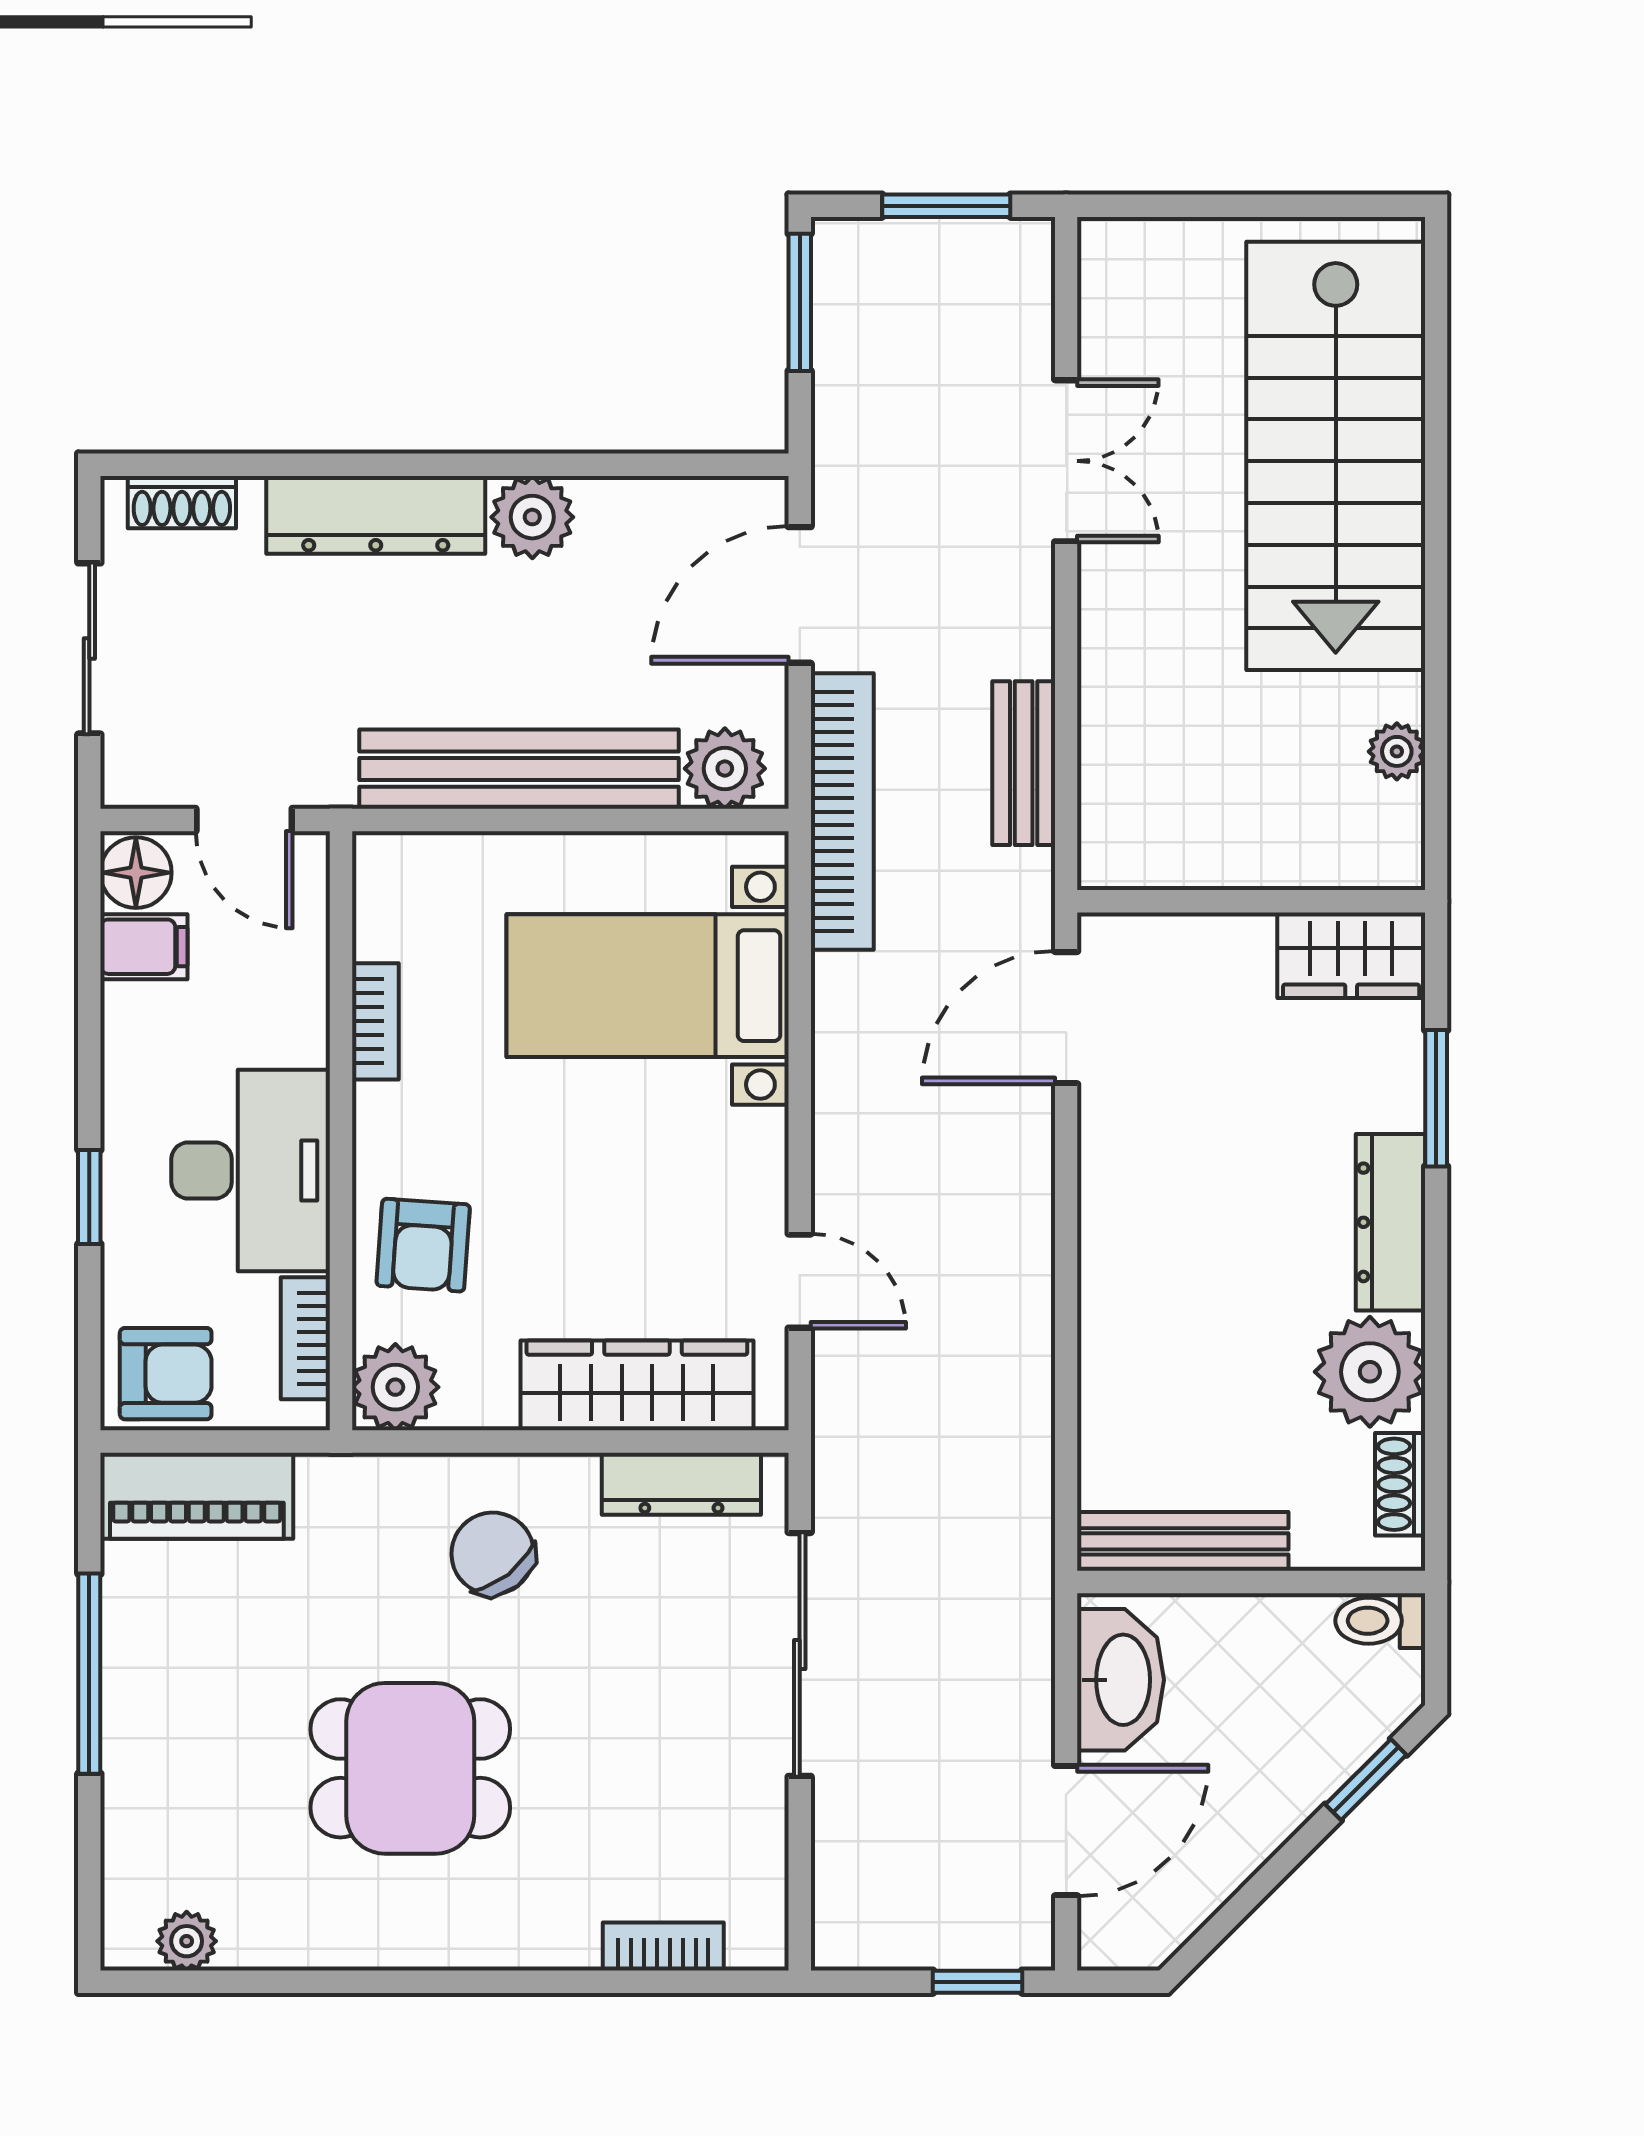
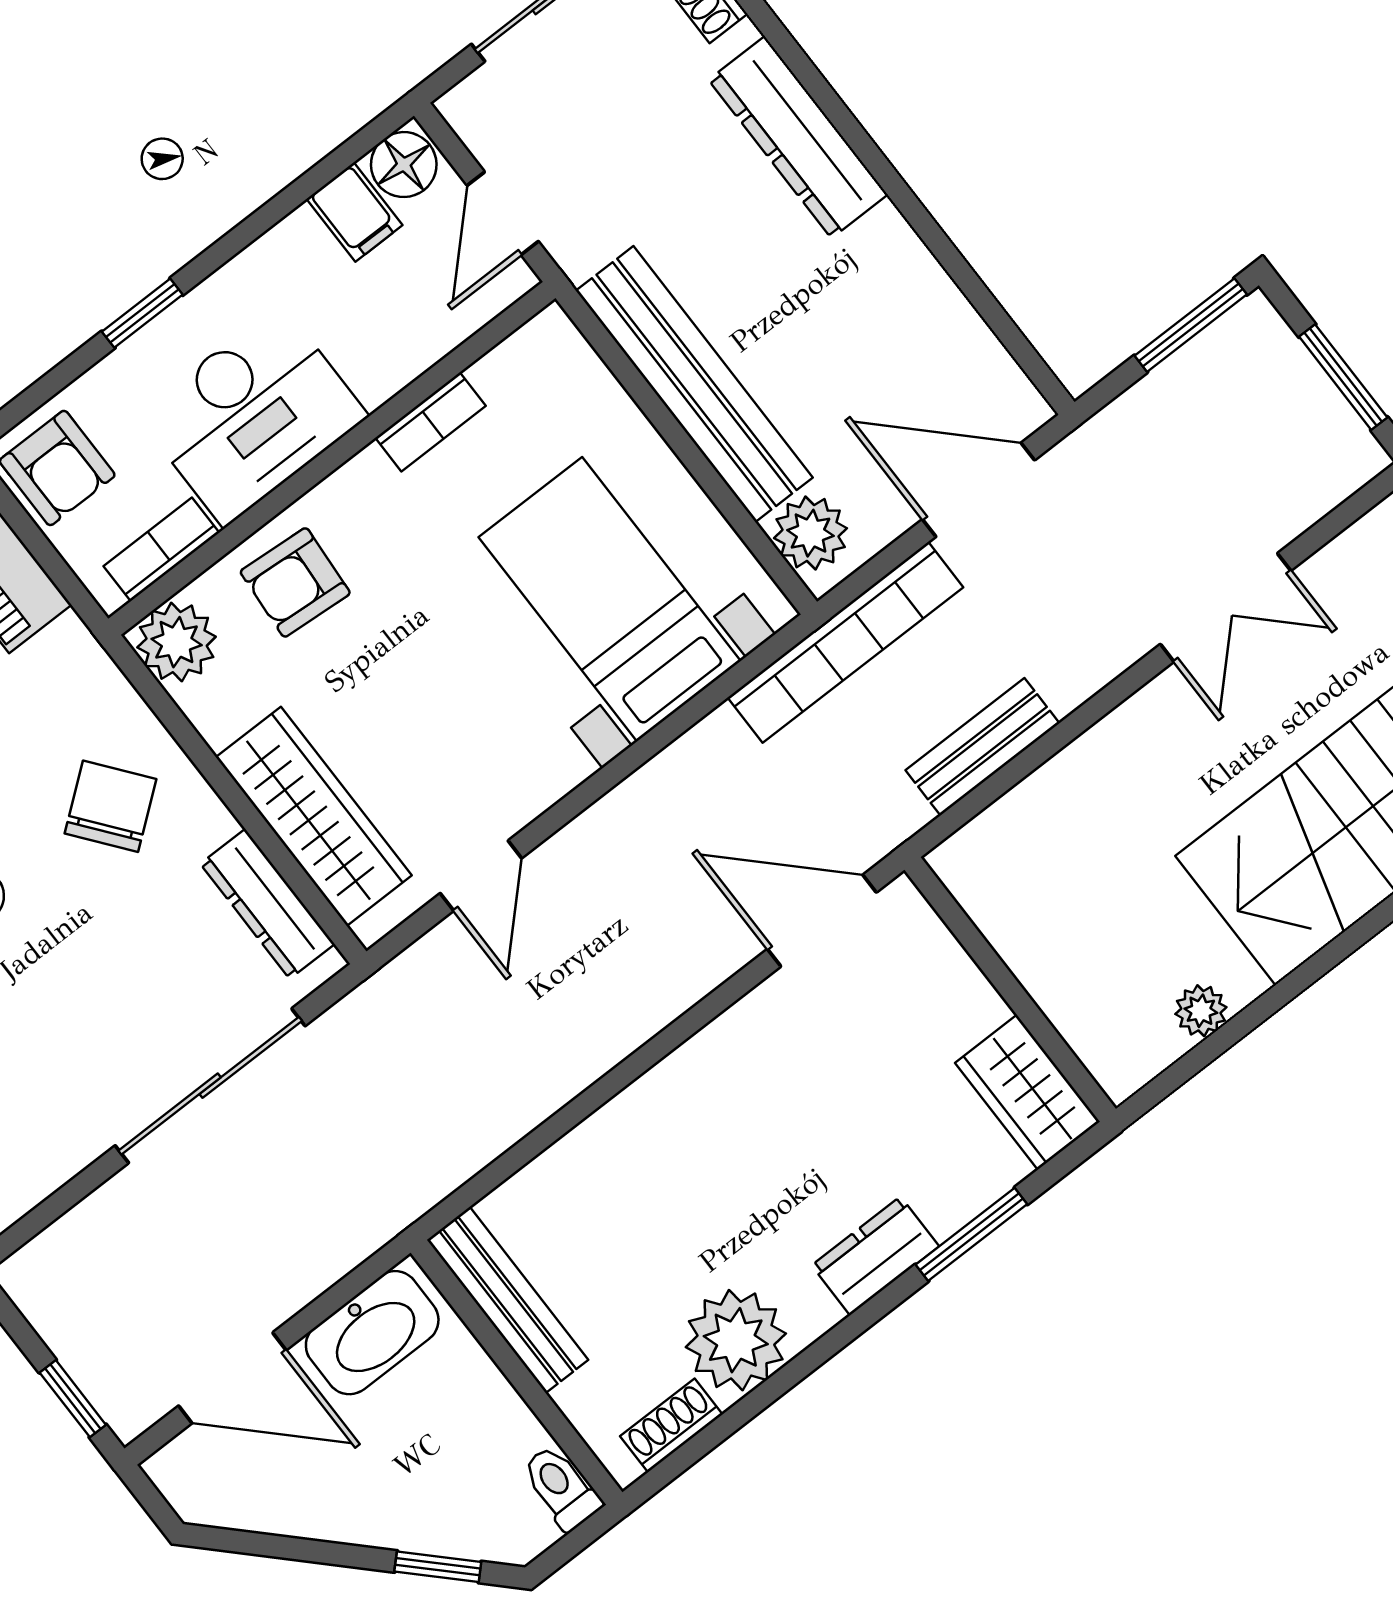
plant: (532, 517) -> (885, 252), removed
dresser: (1390, 1222) -> (875, 1256), width x0.70

